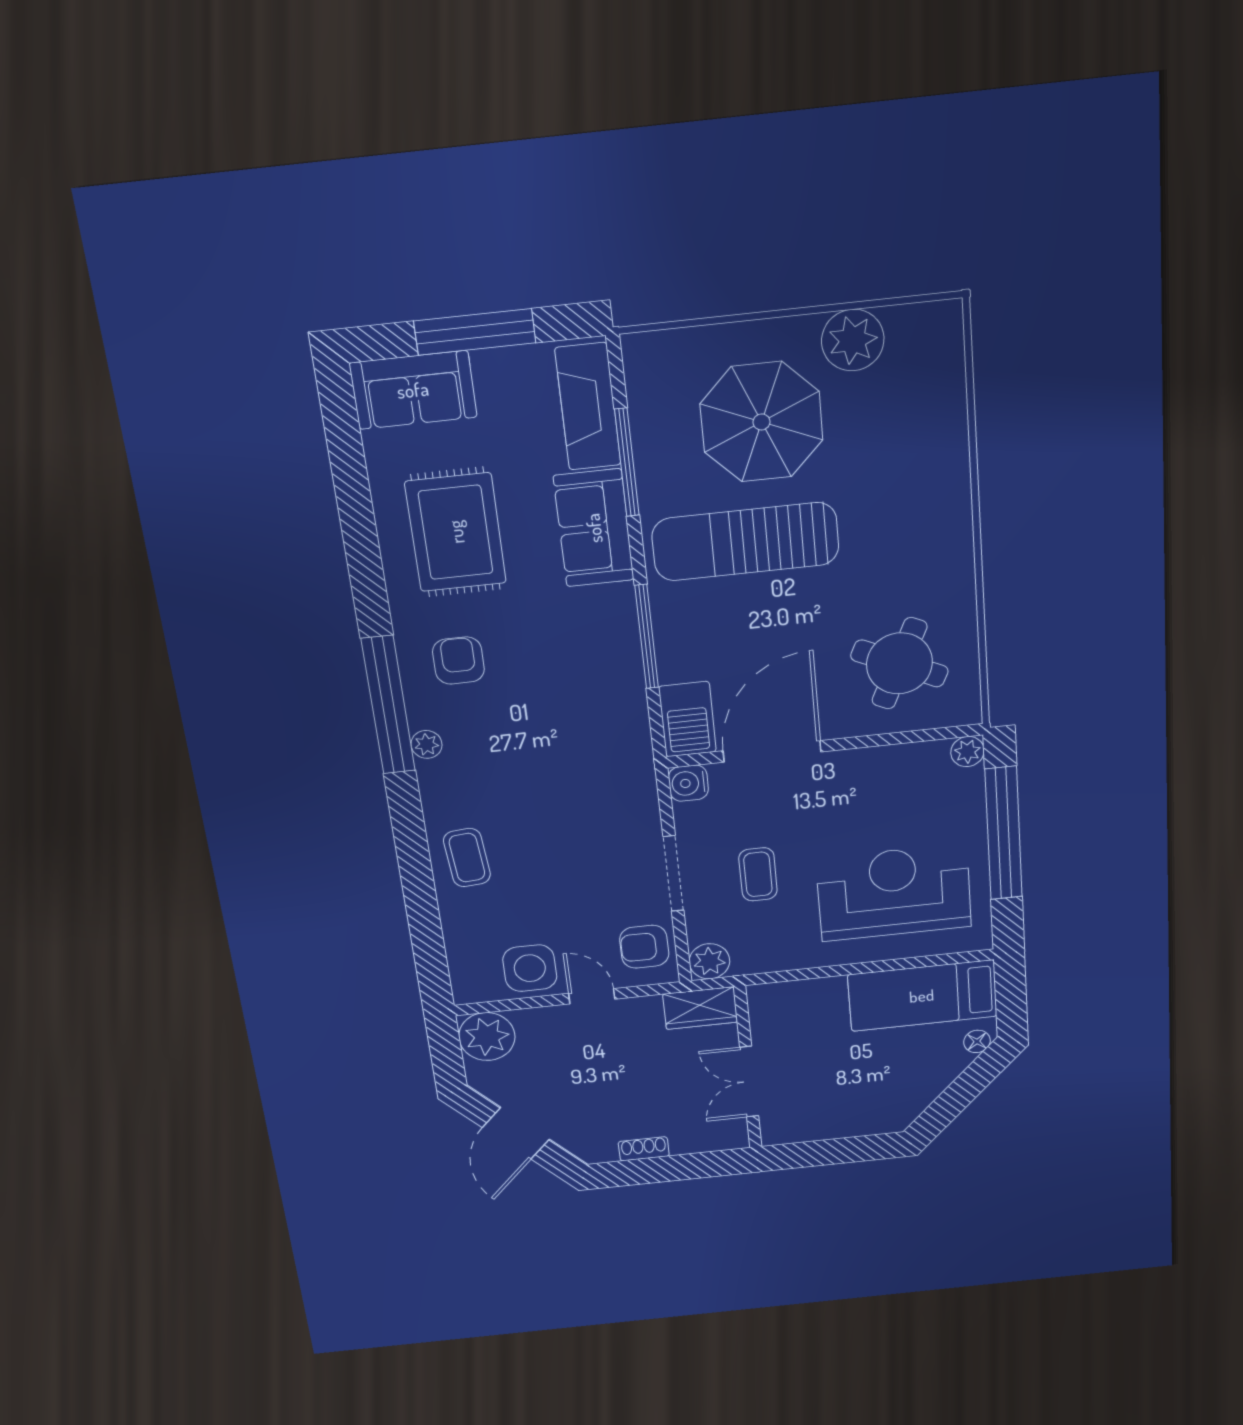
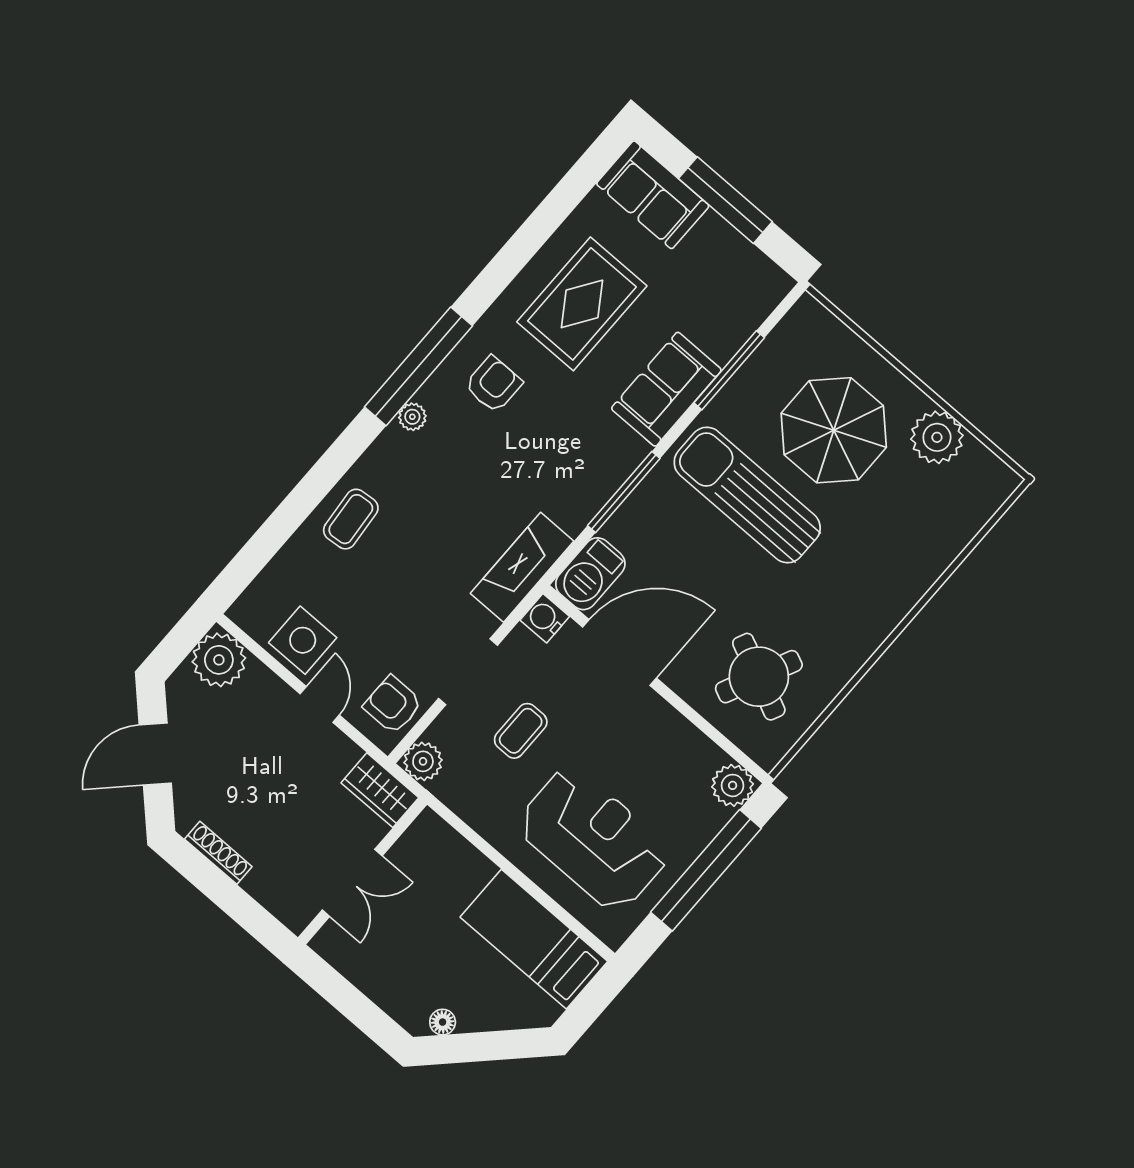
fireplace: (588, 407) -> (522, 567), moved
plant: (968, 752) -> (733, 785), width x1.38, depth x1.38
floor lamp: (977, 1041) -> (443, 1022), moved
double door: (749, 1082) -> (352, 883), swing flipped
shoe rack: (644, 1149) -> (218, 853), width x1.43

